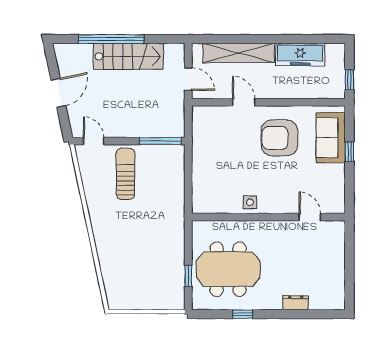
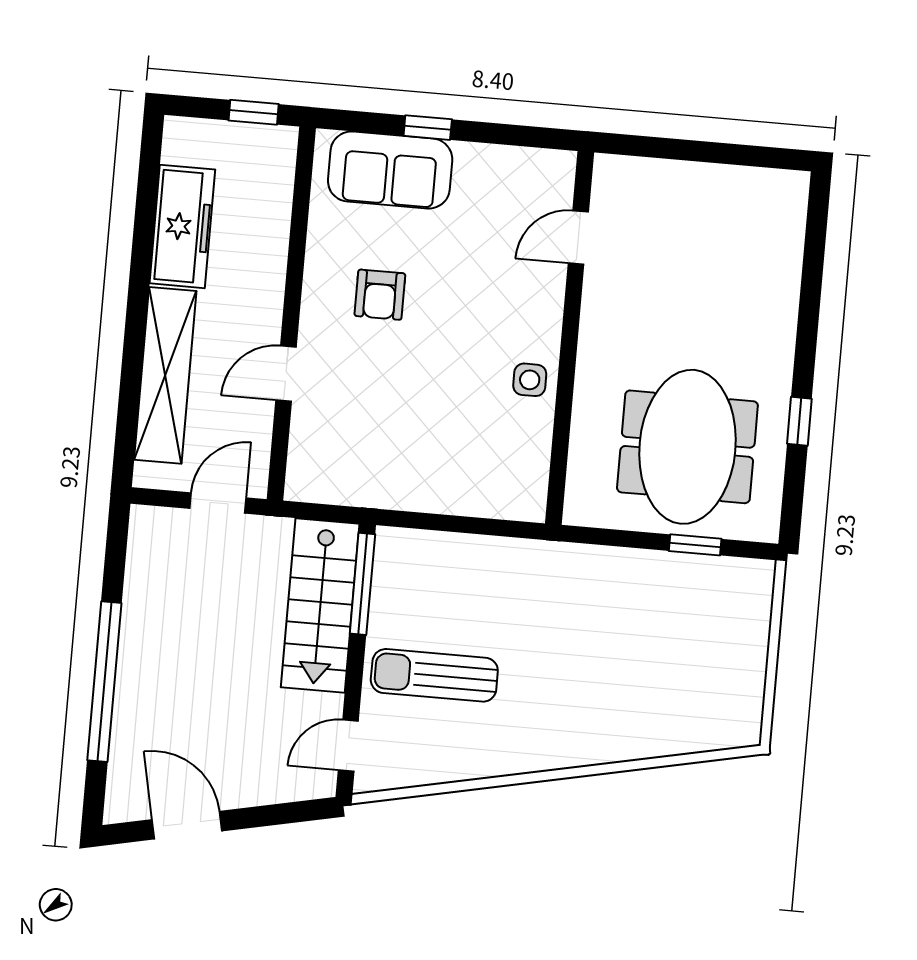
stairs: (128, 56) -> (320, 606), moved, turned 180
door: (58, 93) -> (187, 825), moved
armchair: (279, 138) -> (380, 295), width x0.53, depth x0.53
dresser: (296, 303) -> (783, 290), removed

